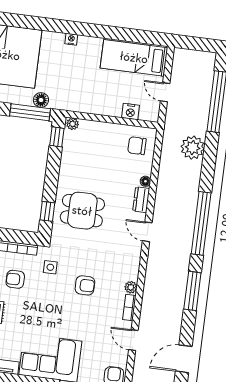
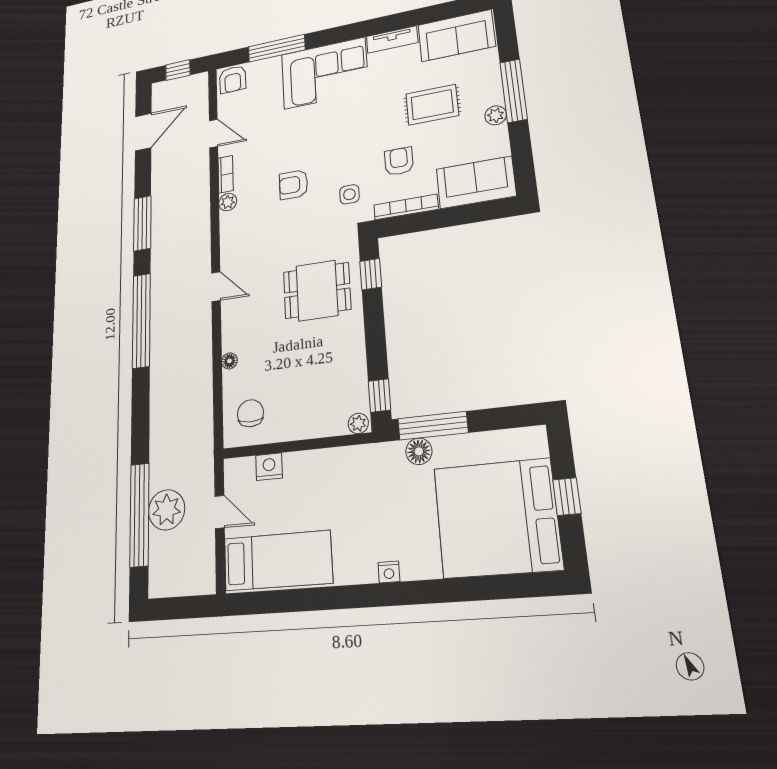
chair: (137, 146) -> (250, 413), turned -90
plant: (193, 148) -> (167, 510), moved
dresser: (141, 200) -> (232, 331), removed
armchair: (15, 279) -> (399, 161), turned -90

